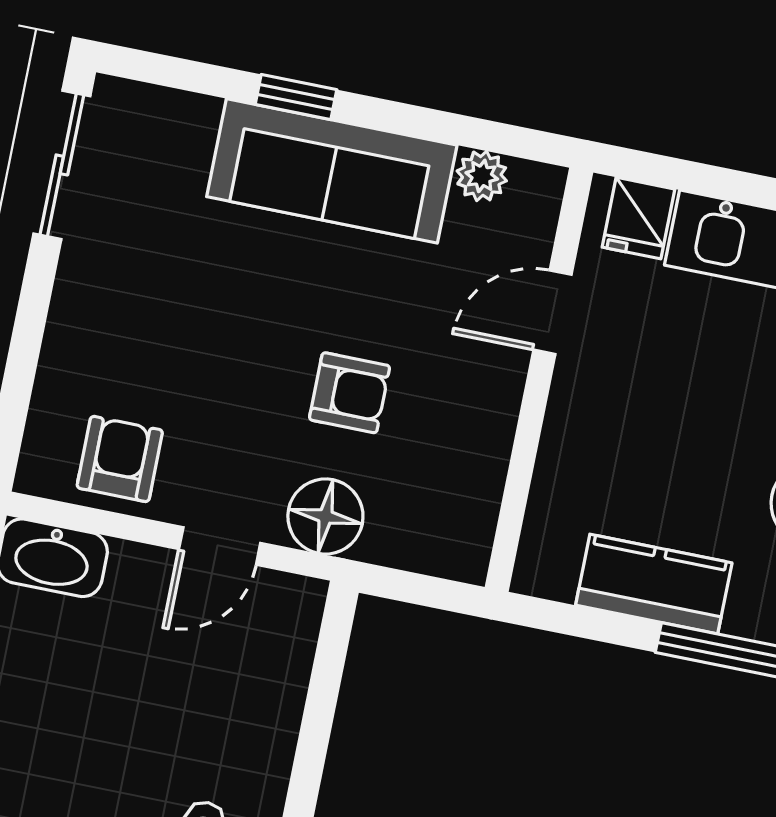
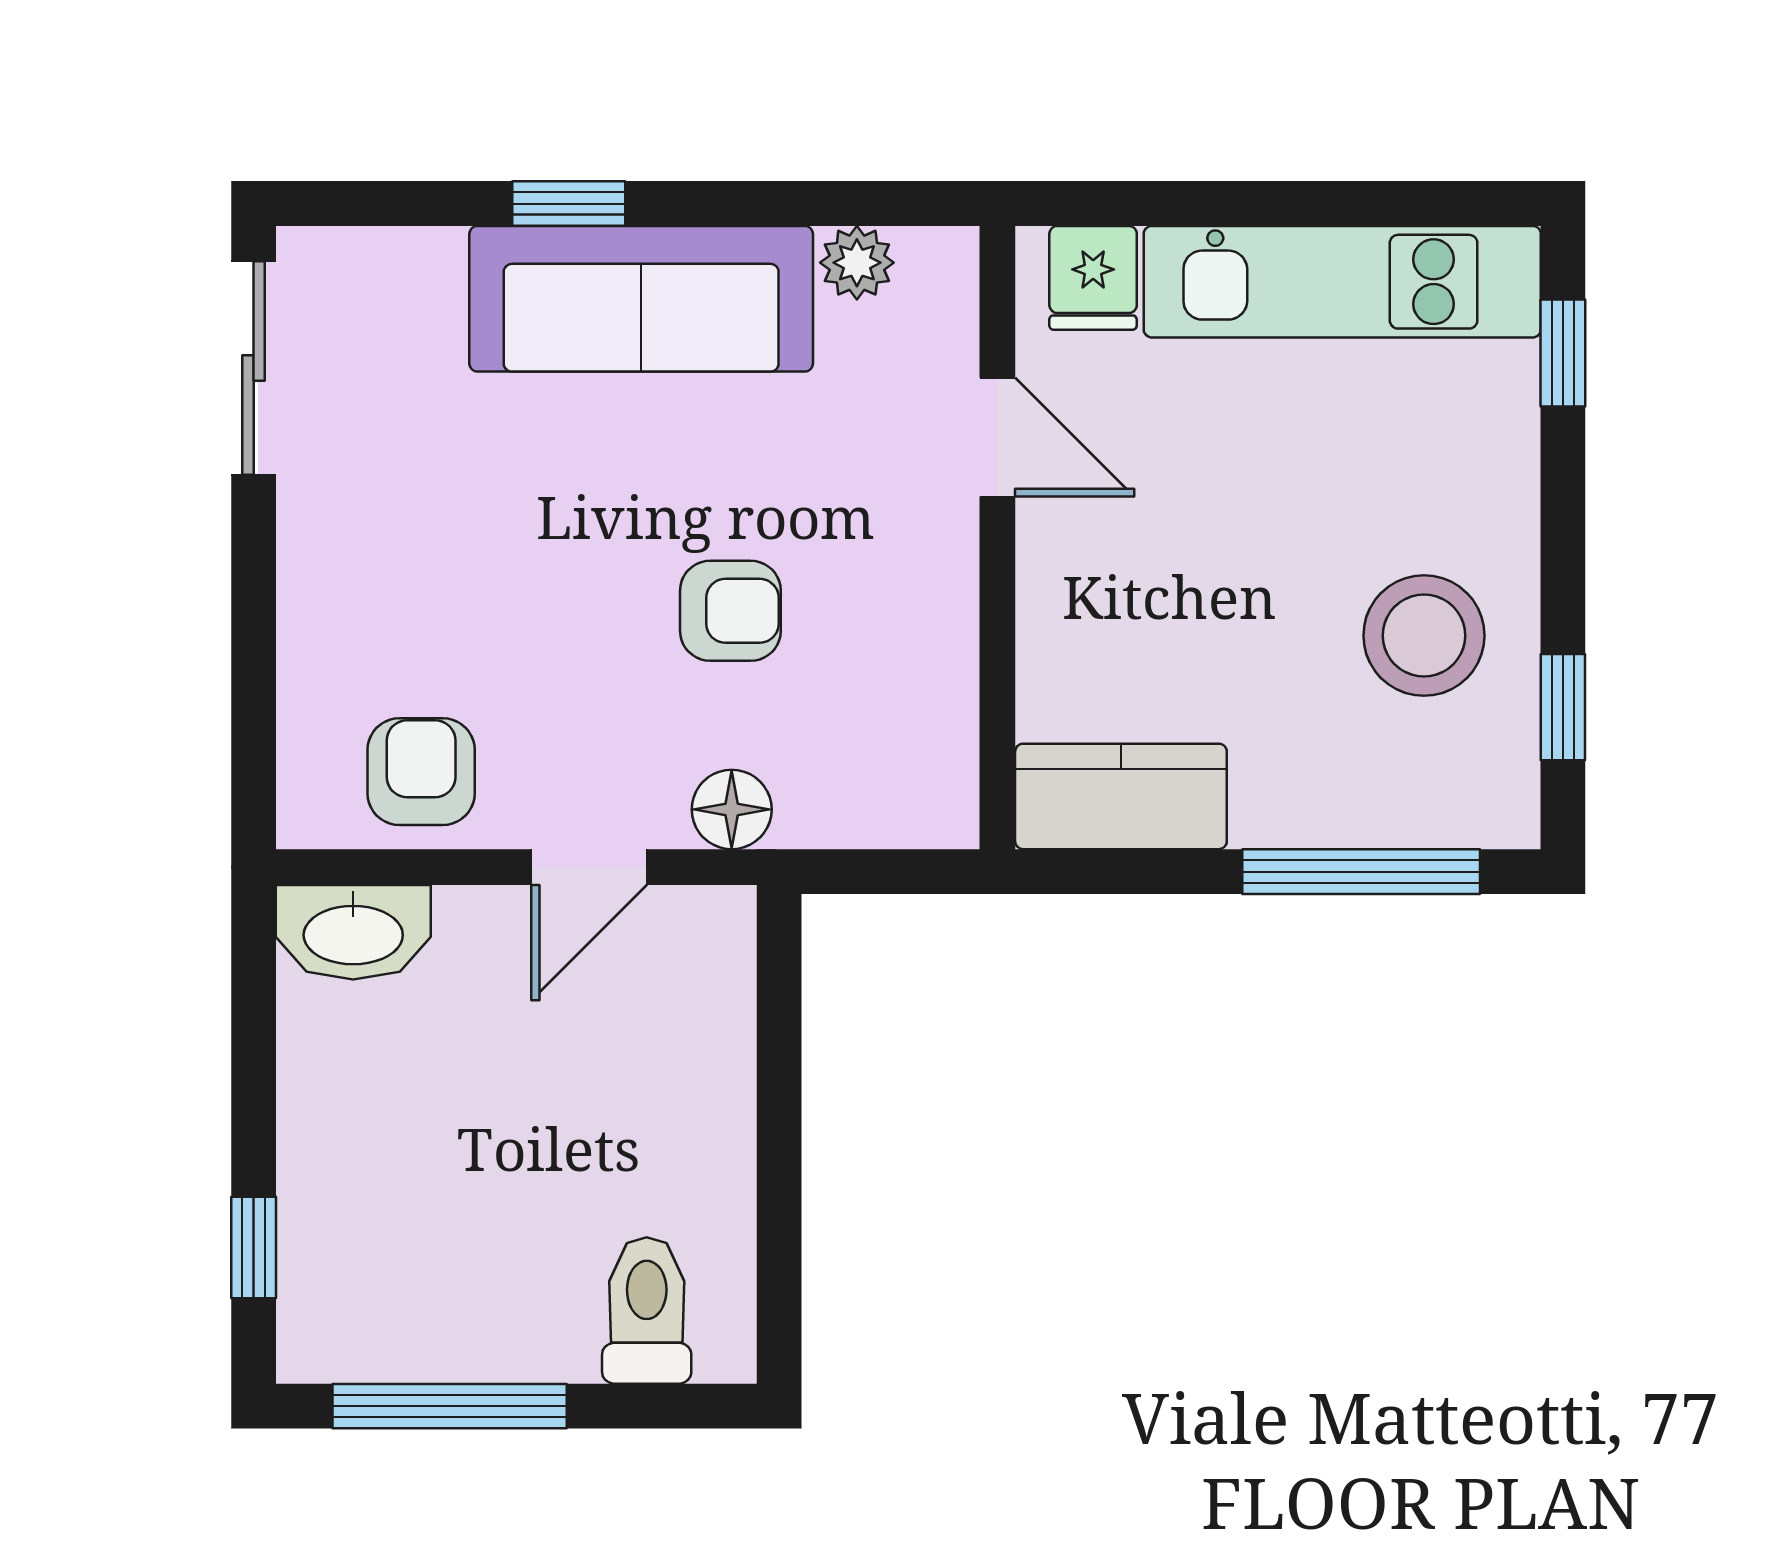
door: (553, 312) -> (997, 437), swing flipped
floor lamp: (325, 516) -> (732, 809), width x0.73, depth x0.73
kitchen counter: (654, 584) -> (1121, 796), moved

